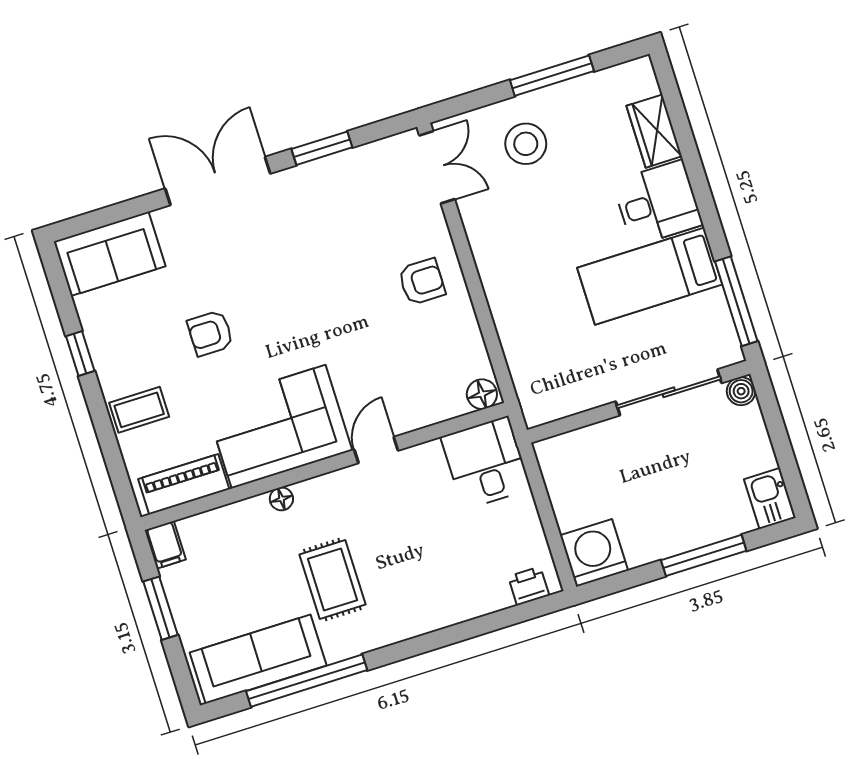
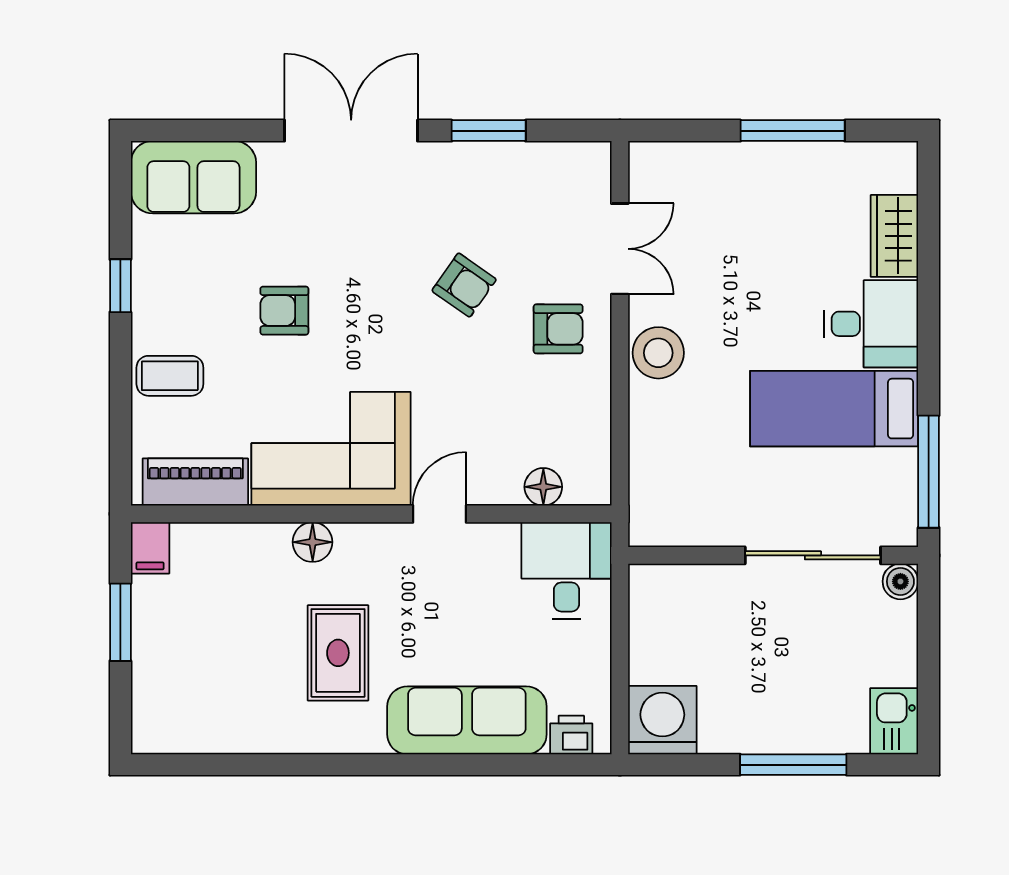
stool: (526, 144) -> (658, 353), moved
double door: (437, 167) -> (620, 249), moved
armchair: (340, 271) -> (464, 285), added
floor lamp: (482, 394) -> (543, 487), moved
floor lamp: (281, 499) -> (313, 542), width x1.37, depth x1.37
sofa: (258, 659) -> (467, 720), moved
window: (307, 681) -> (269, 765), removed

